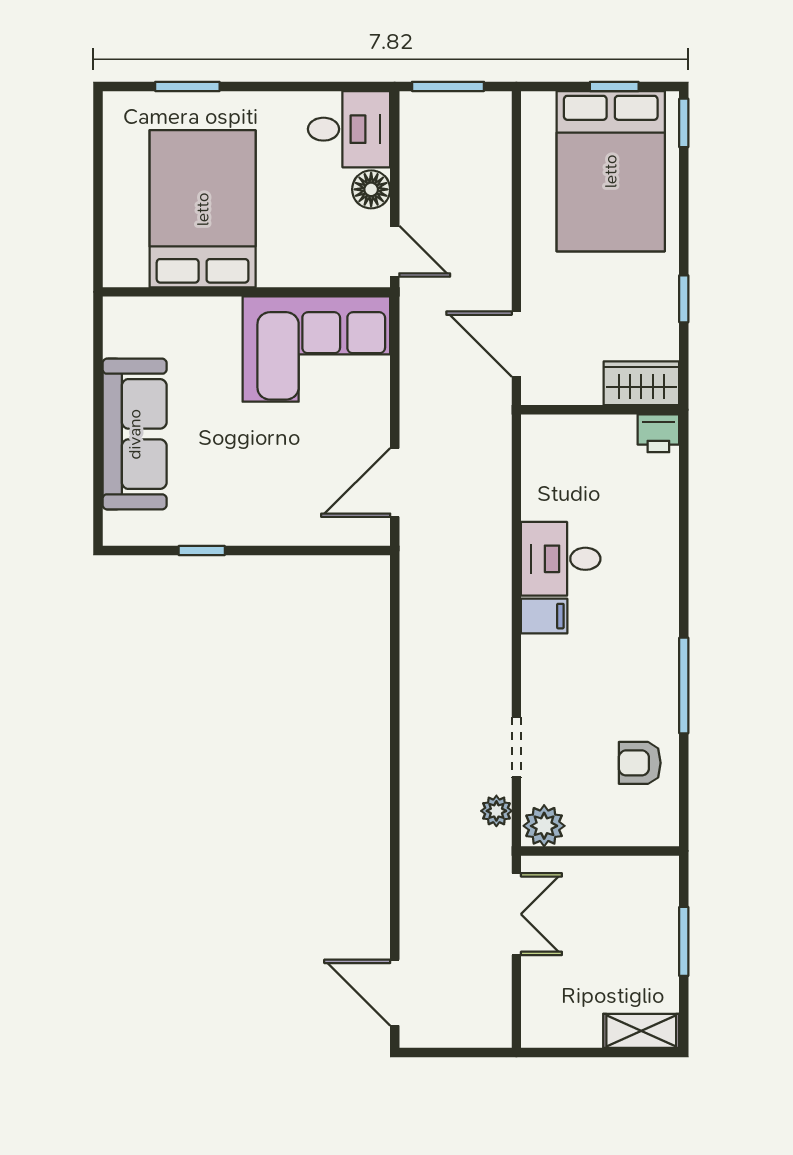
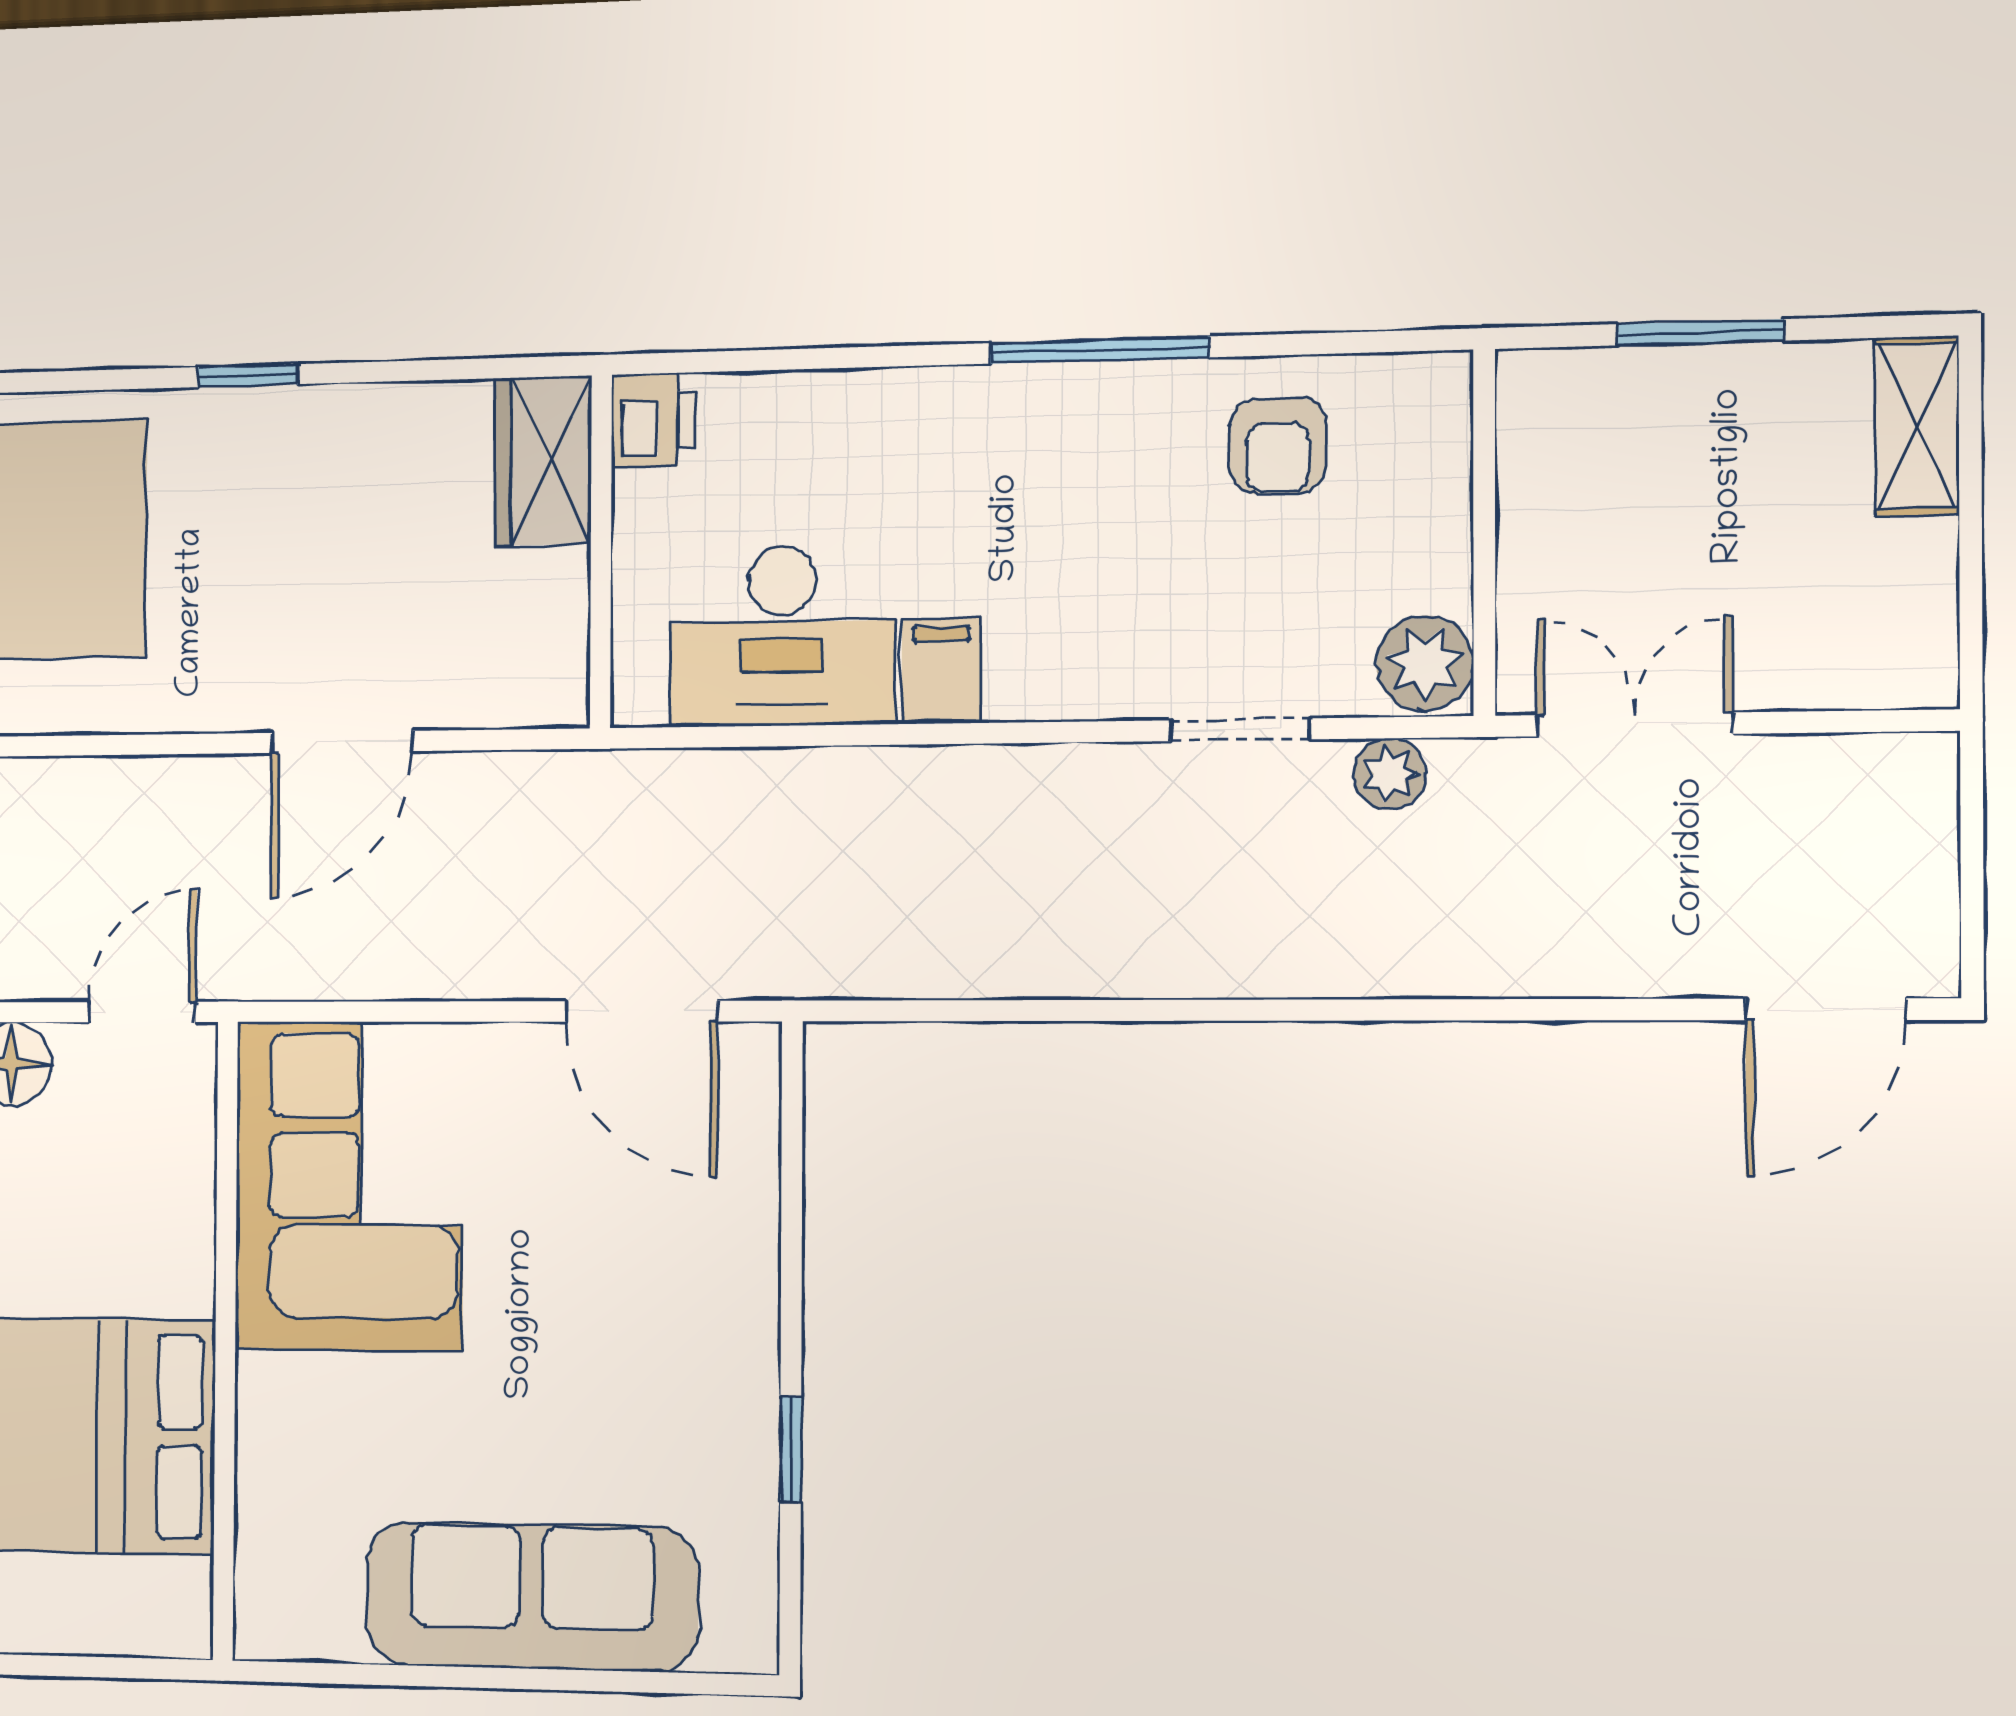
wardrobe: (641, 383) -> (543, 461), moved
wall: (600, 410) -> (601, 551), moved
printer: (658, 433) -> (653, 420), moved
desk: (561, 559) -> (782, 636), width x1.37

